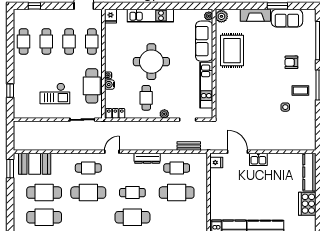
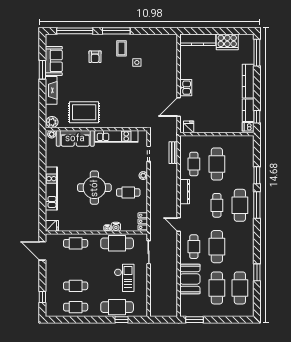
cafe table: (69, 41) -> (117, 307), moved, width x1.37, depth x1.35
booth: (35, 164) -> (190, 279), moved

